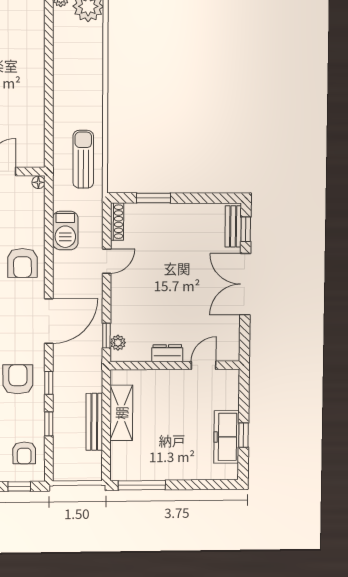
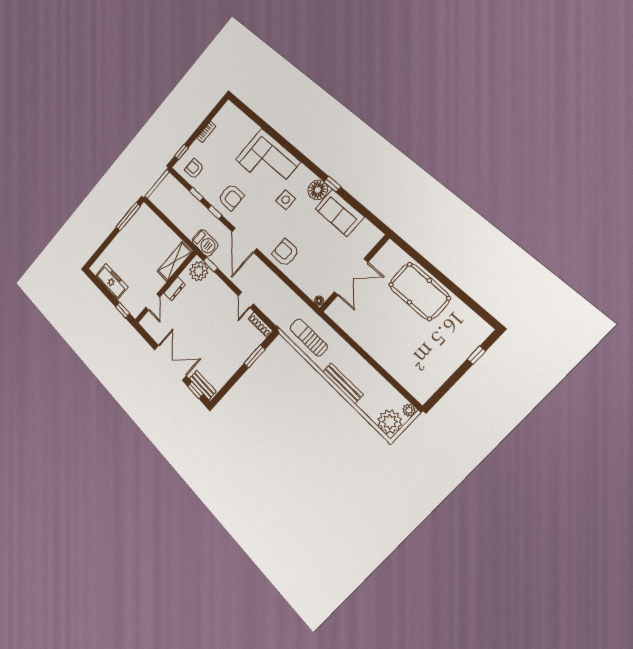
sun lounger: (83, 159) -> (309, 337), turned 180
barbecue: (65, 230) -> (205, 243), moved, turned 180
plant: (118, 343) -> (199, 271), width x1.88, depth x1.88
shelving: (121, 413) -> (175, 262), moved, turned 90
bench: (94, 422) -> (343, 383), moved
window: (243, 435) -> (123, 310), moved

